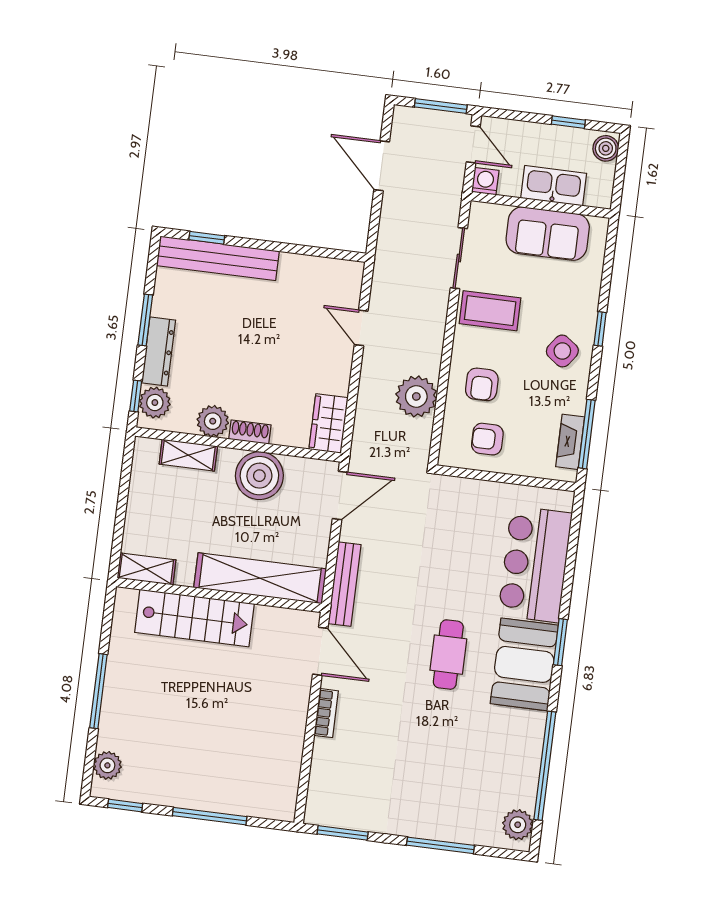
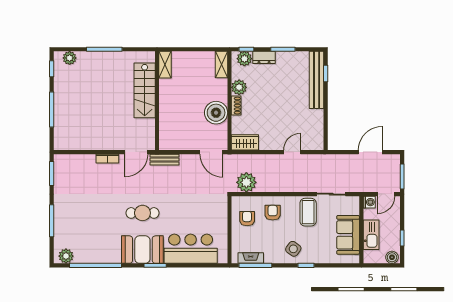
dresser: (159, 351) -> (264, 57), width x0.70
armchair: (482, 384) -> (273, 213), turned 90
plant: (416, 396) -> (246, 182), moved
shelving: (188, 455) -> (222, 65), moved
shelving: (260, 578) -> (167, 119), removed
bench: (345, 584) -> (164, 160), width x0.73

